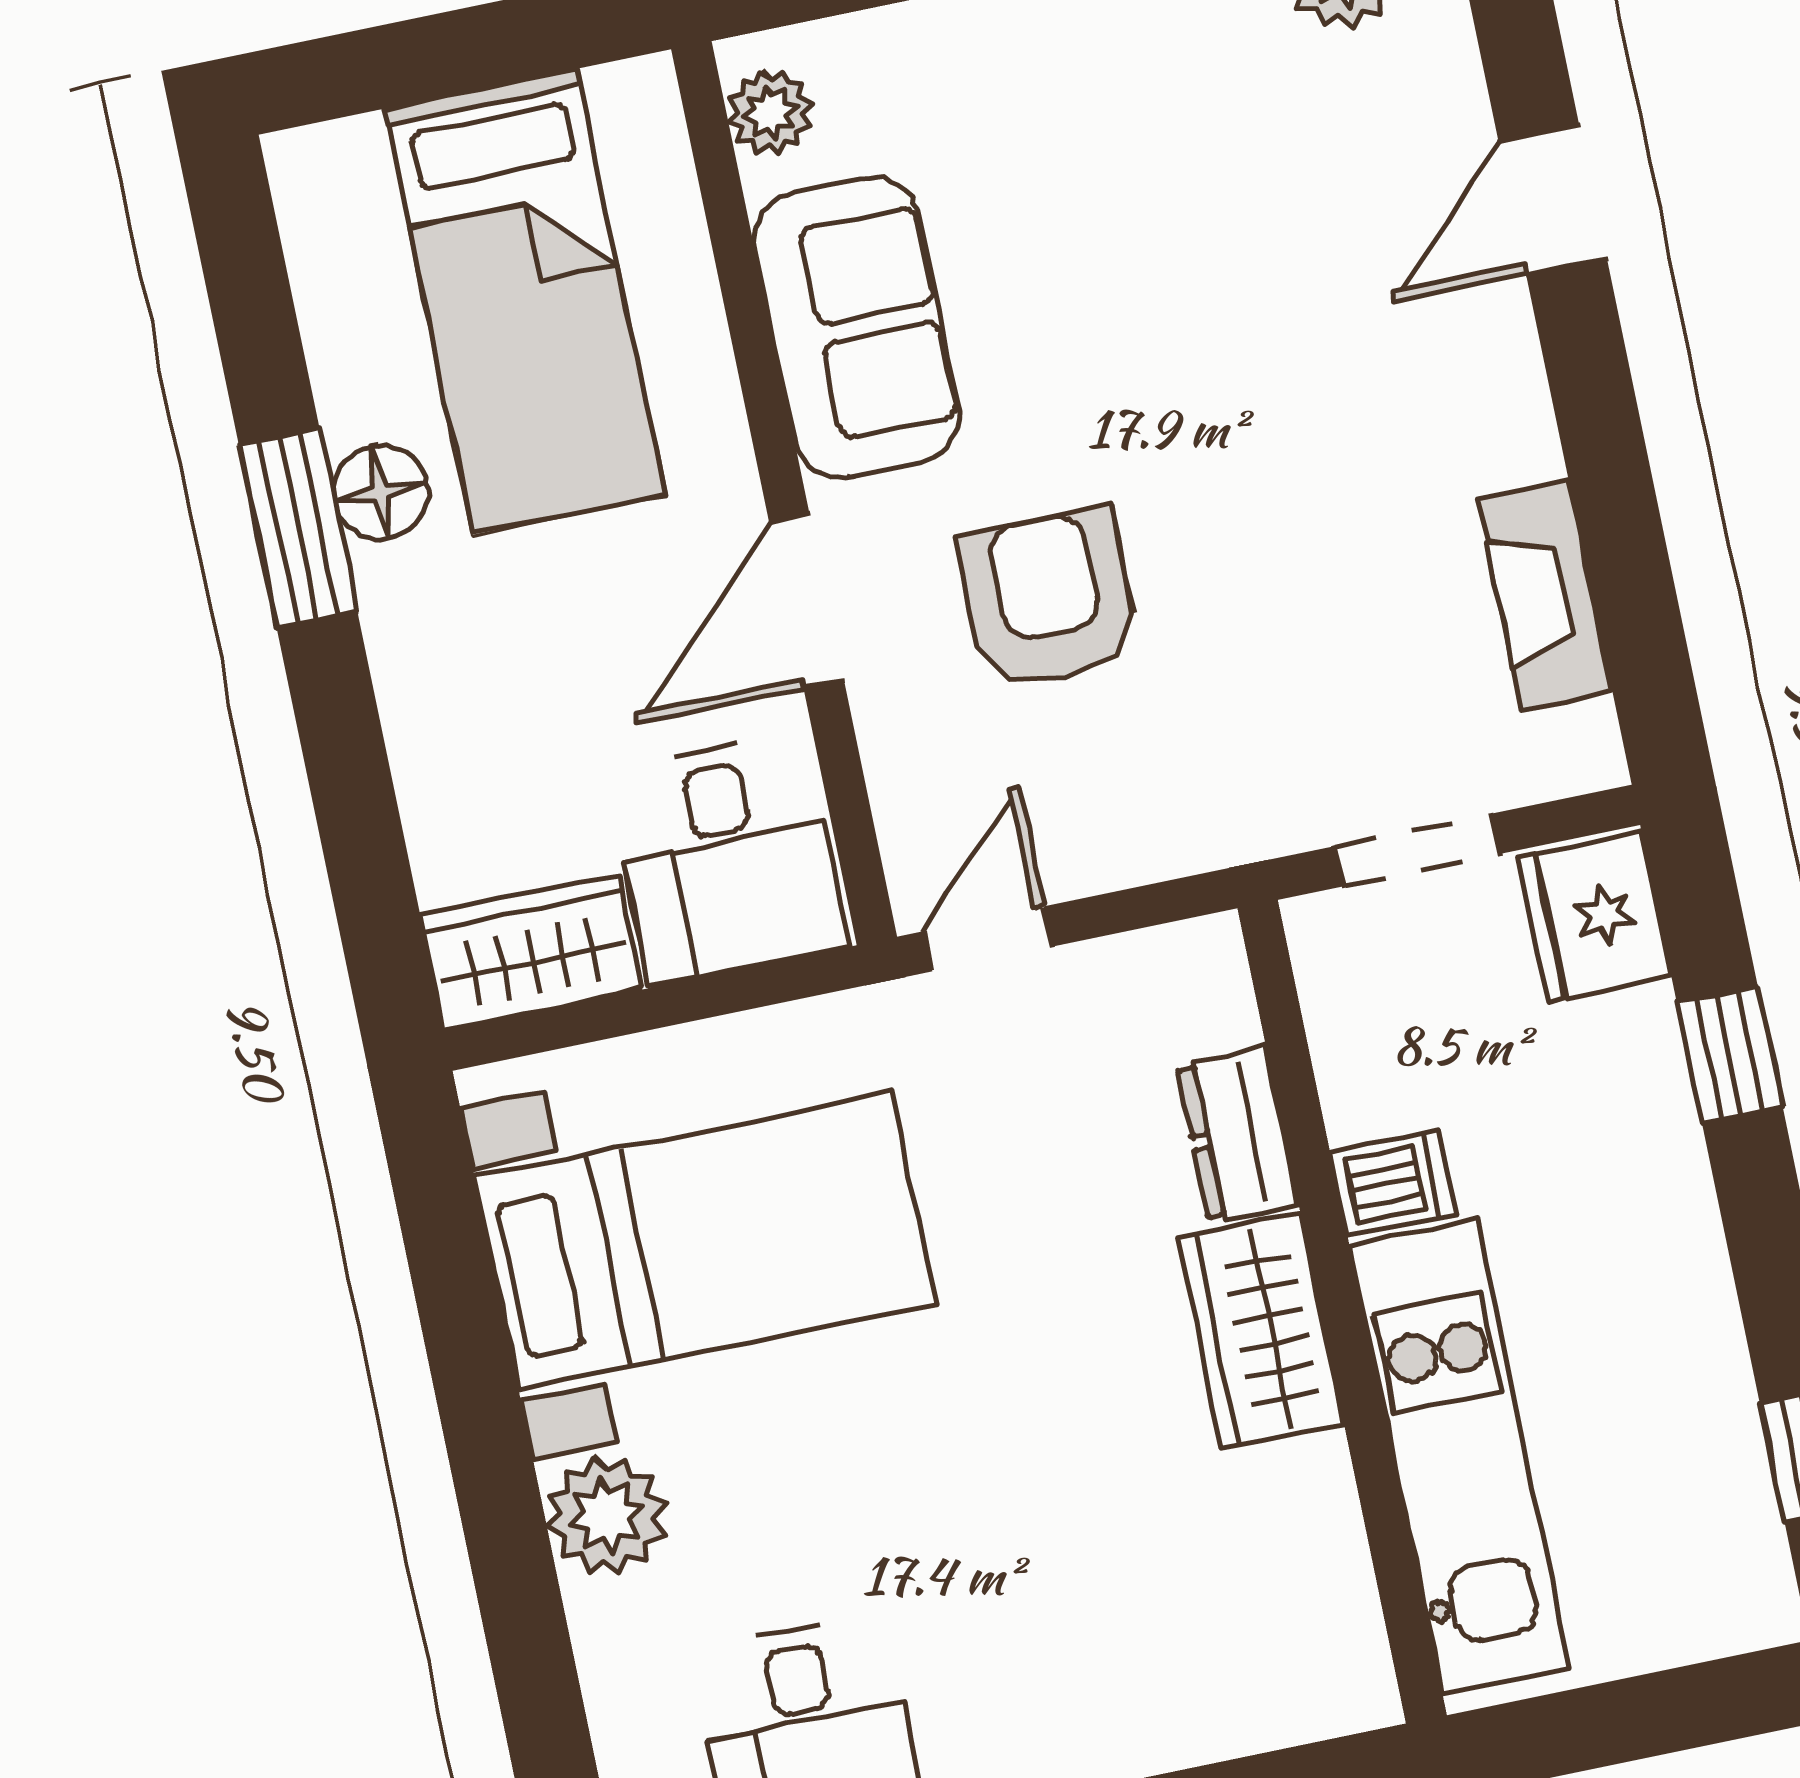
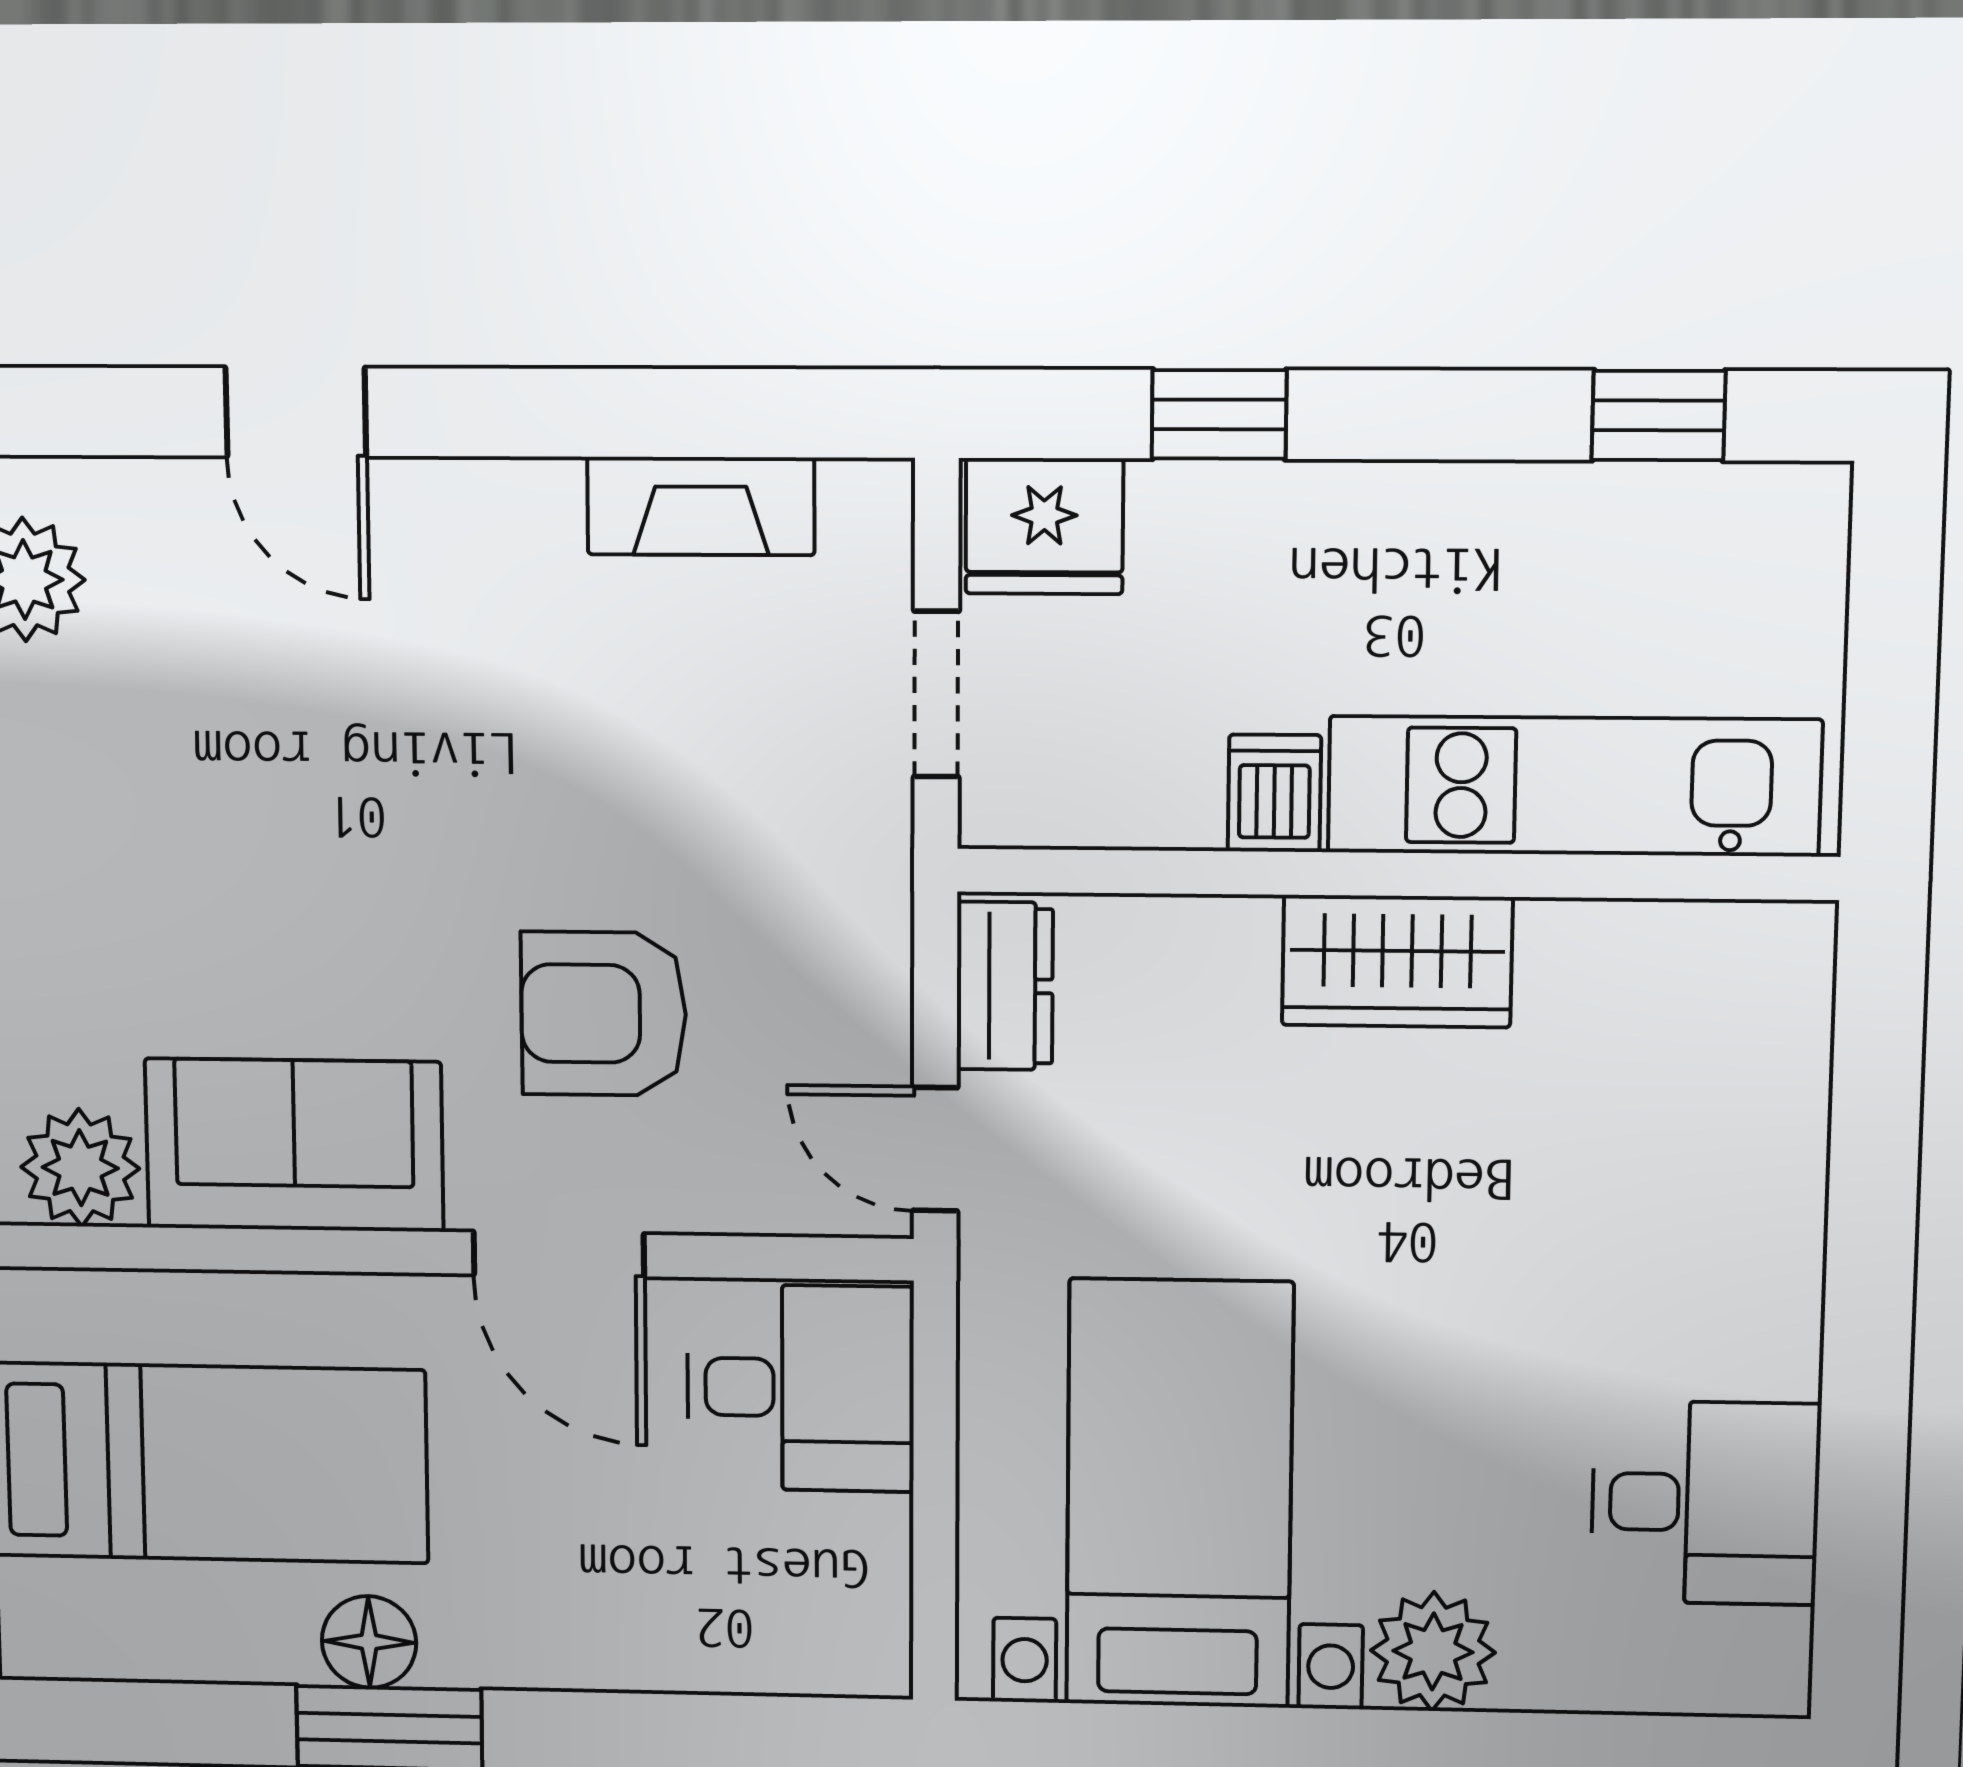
plant: (770, 112) -> (80, 1168), width x1.38, depth x1.38
wardrobe: (531, 953) -> (854, 1599), removed
dresser: (1238, 1135) -> (1005, 986), moved, turned -90

